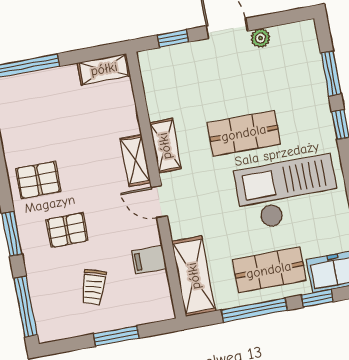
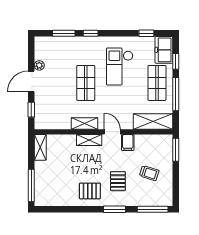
pallet: (38, 180) -> (90, 191), turned 90
checkout: (287, 193) -> (120, 66), width x0.73, depth x0.83
door: (159, 202) -> (112, 132), swing flipped
filing cabinet: (149, 260) -> (128, 143), moved
window: (116, 336) -> (176, 150), moved

